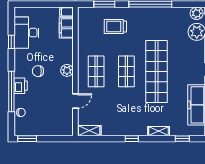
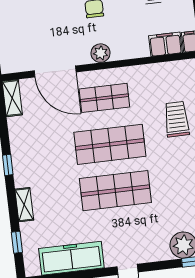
shop shelf: (126, 71) -> (110, 144), width x1.43, depth x1.36
shop shelf: (157, 71) -> (115, 191), width x0.71
door: (75, 101) -> (55, 71), width x1.88

